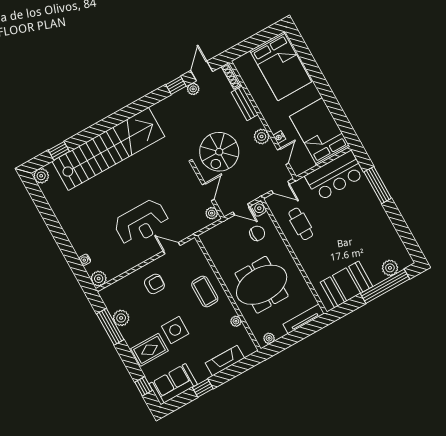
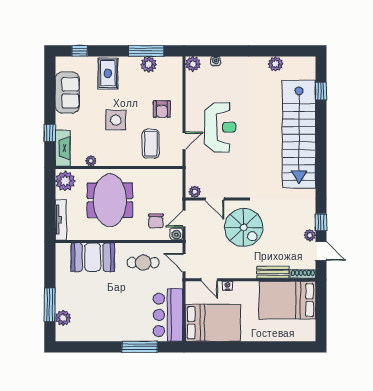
bed: (281, 66) -> (287, 300), moved
plant: (262, 136) -> (236, 271), removed
spiral stairs: (219, 152) -> (244, 227), turned 180
plant: (41, 176) -> (275, 64), moved
door: (280, 187) -> (184, 263), hinge flipped
reception desk: (141, 223) -> (220, 127), turned 180
booth: (347, 284) -> (93, 257), moved, turned 90
window: (385, 286) -> (50, 305), width x0.68
coffee table: (205, 292) -> (151, 144), moved, turned 90
side table: (175, 330) -> (116, 120), moved
plant: (269, 338) -> (65, 181), width x1.88, depth x1.88
fireplace: (225, 361) -> (63, 148), moved
sofa: (173, 384) -> (67, 93), moved
window: (203, 388) -> (50, 133), moved

